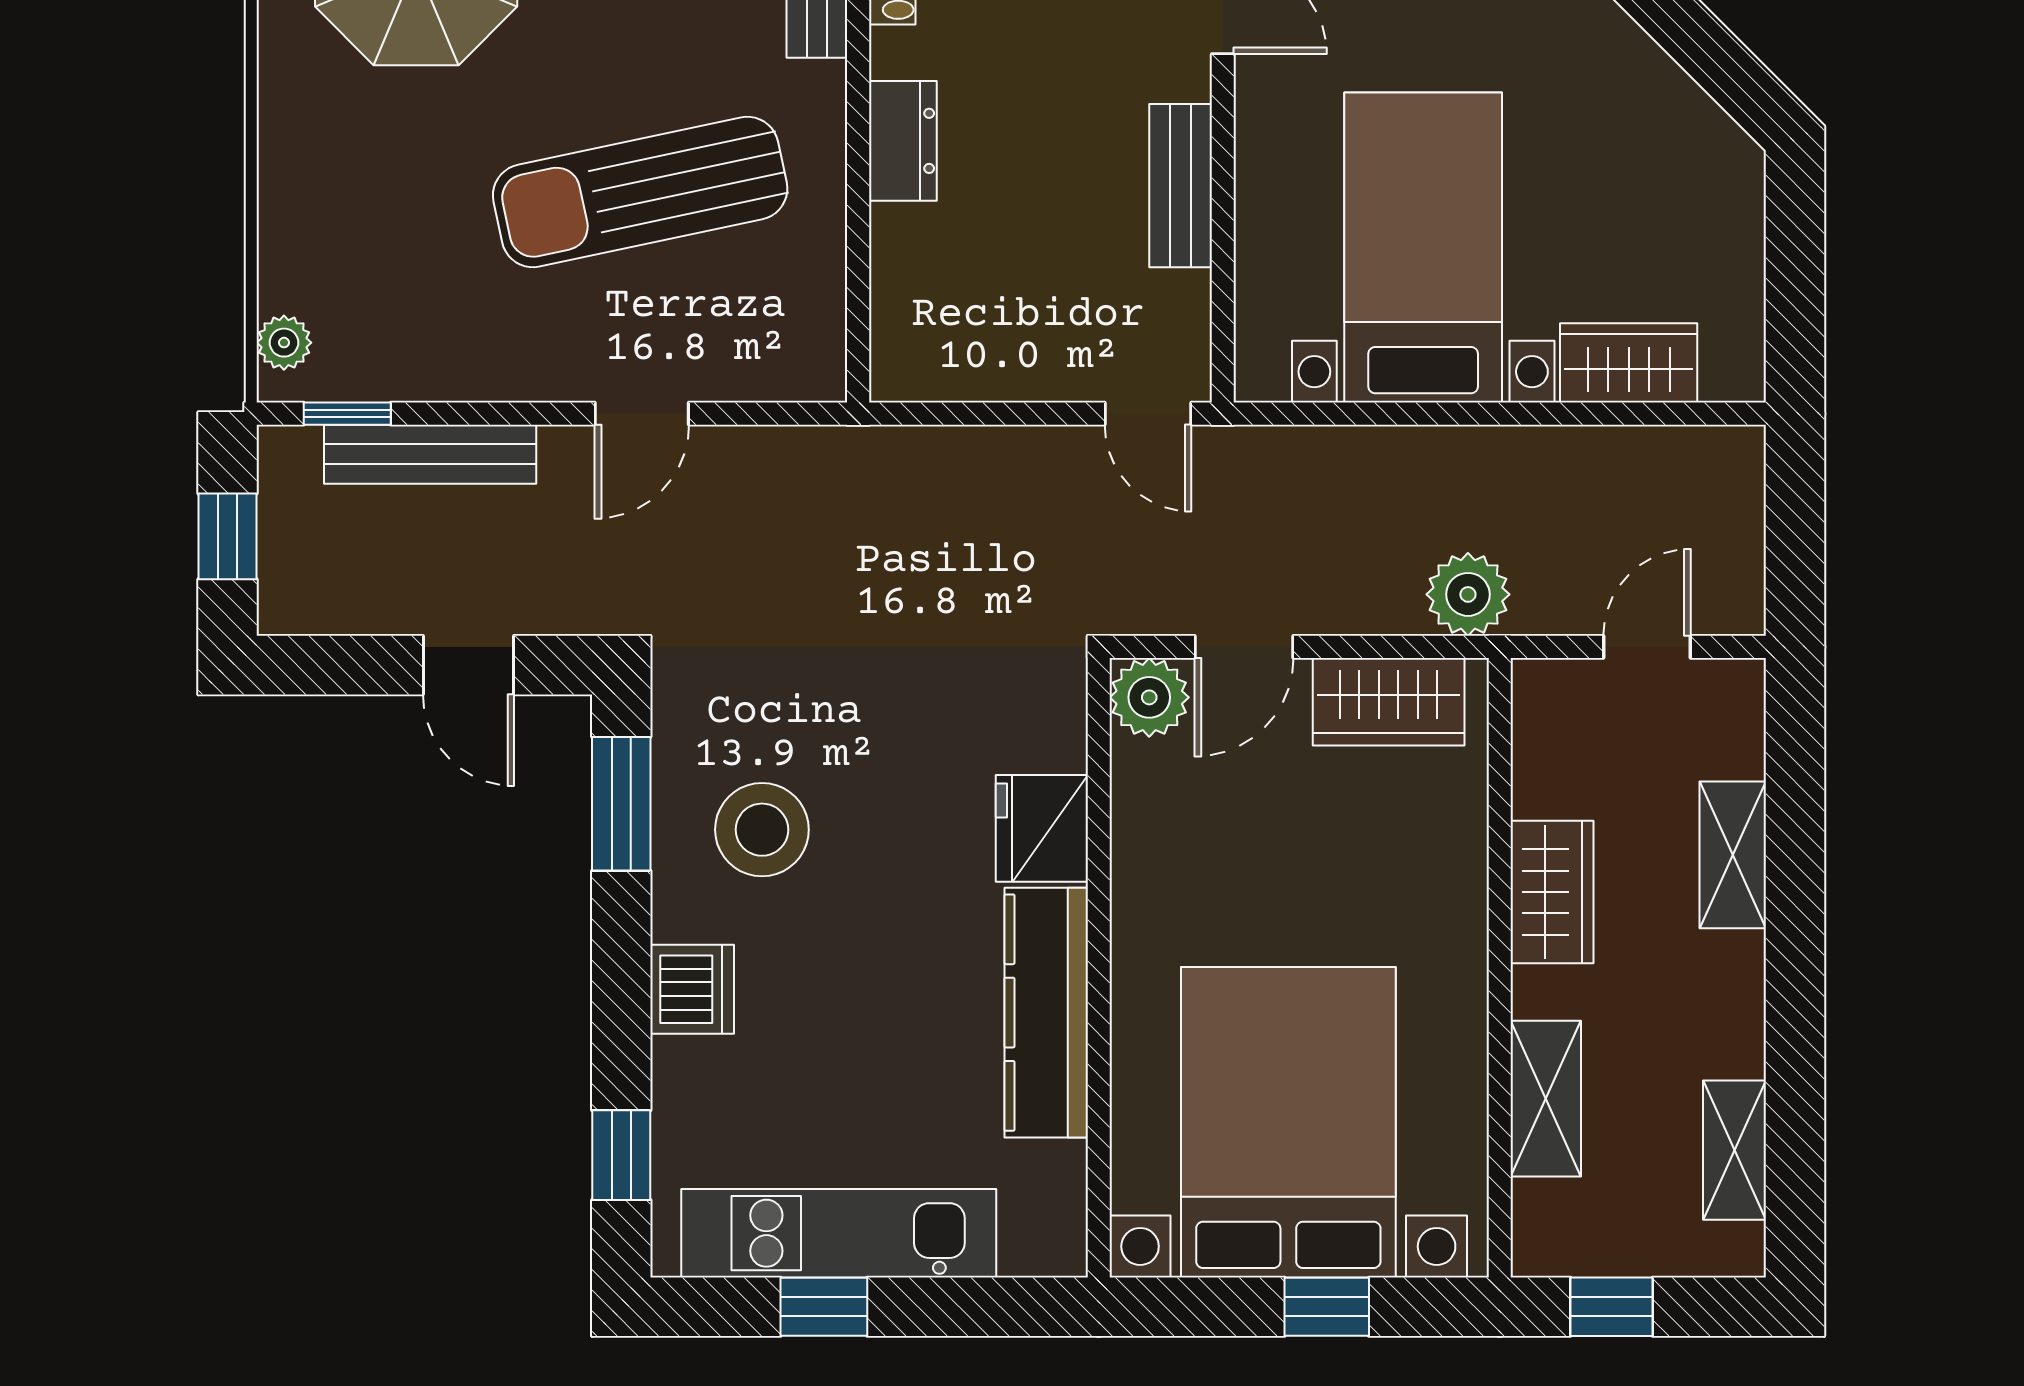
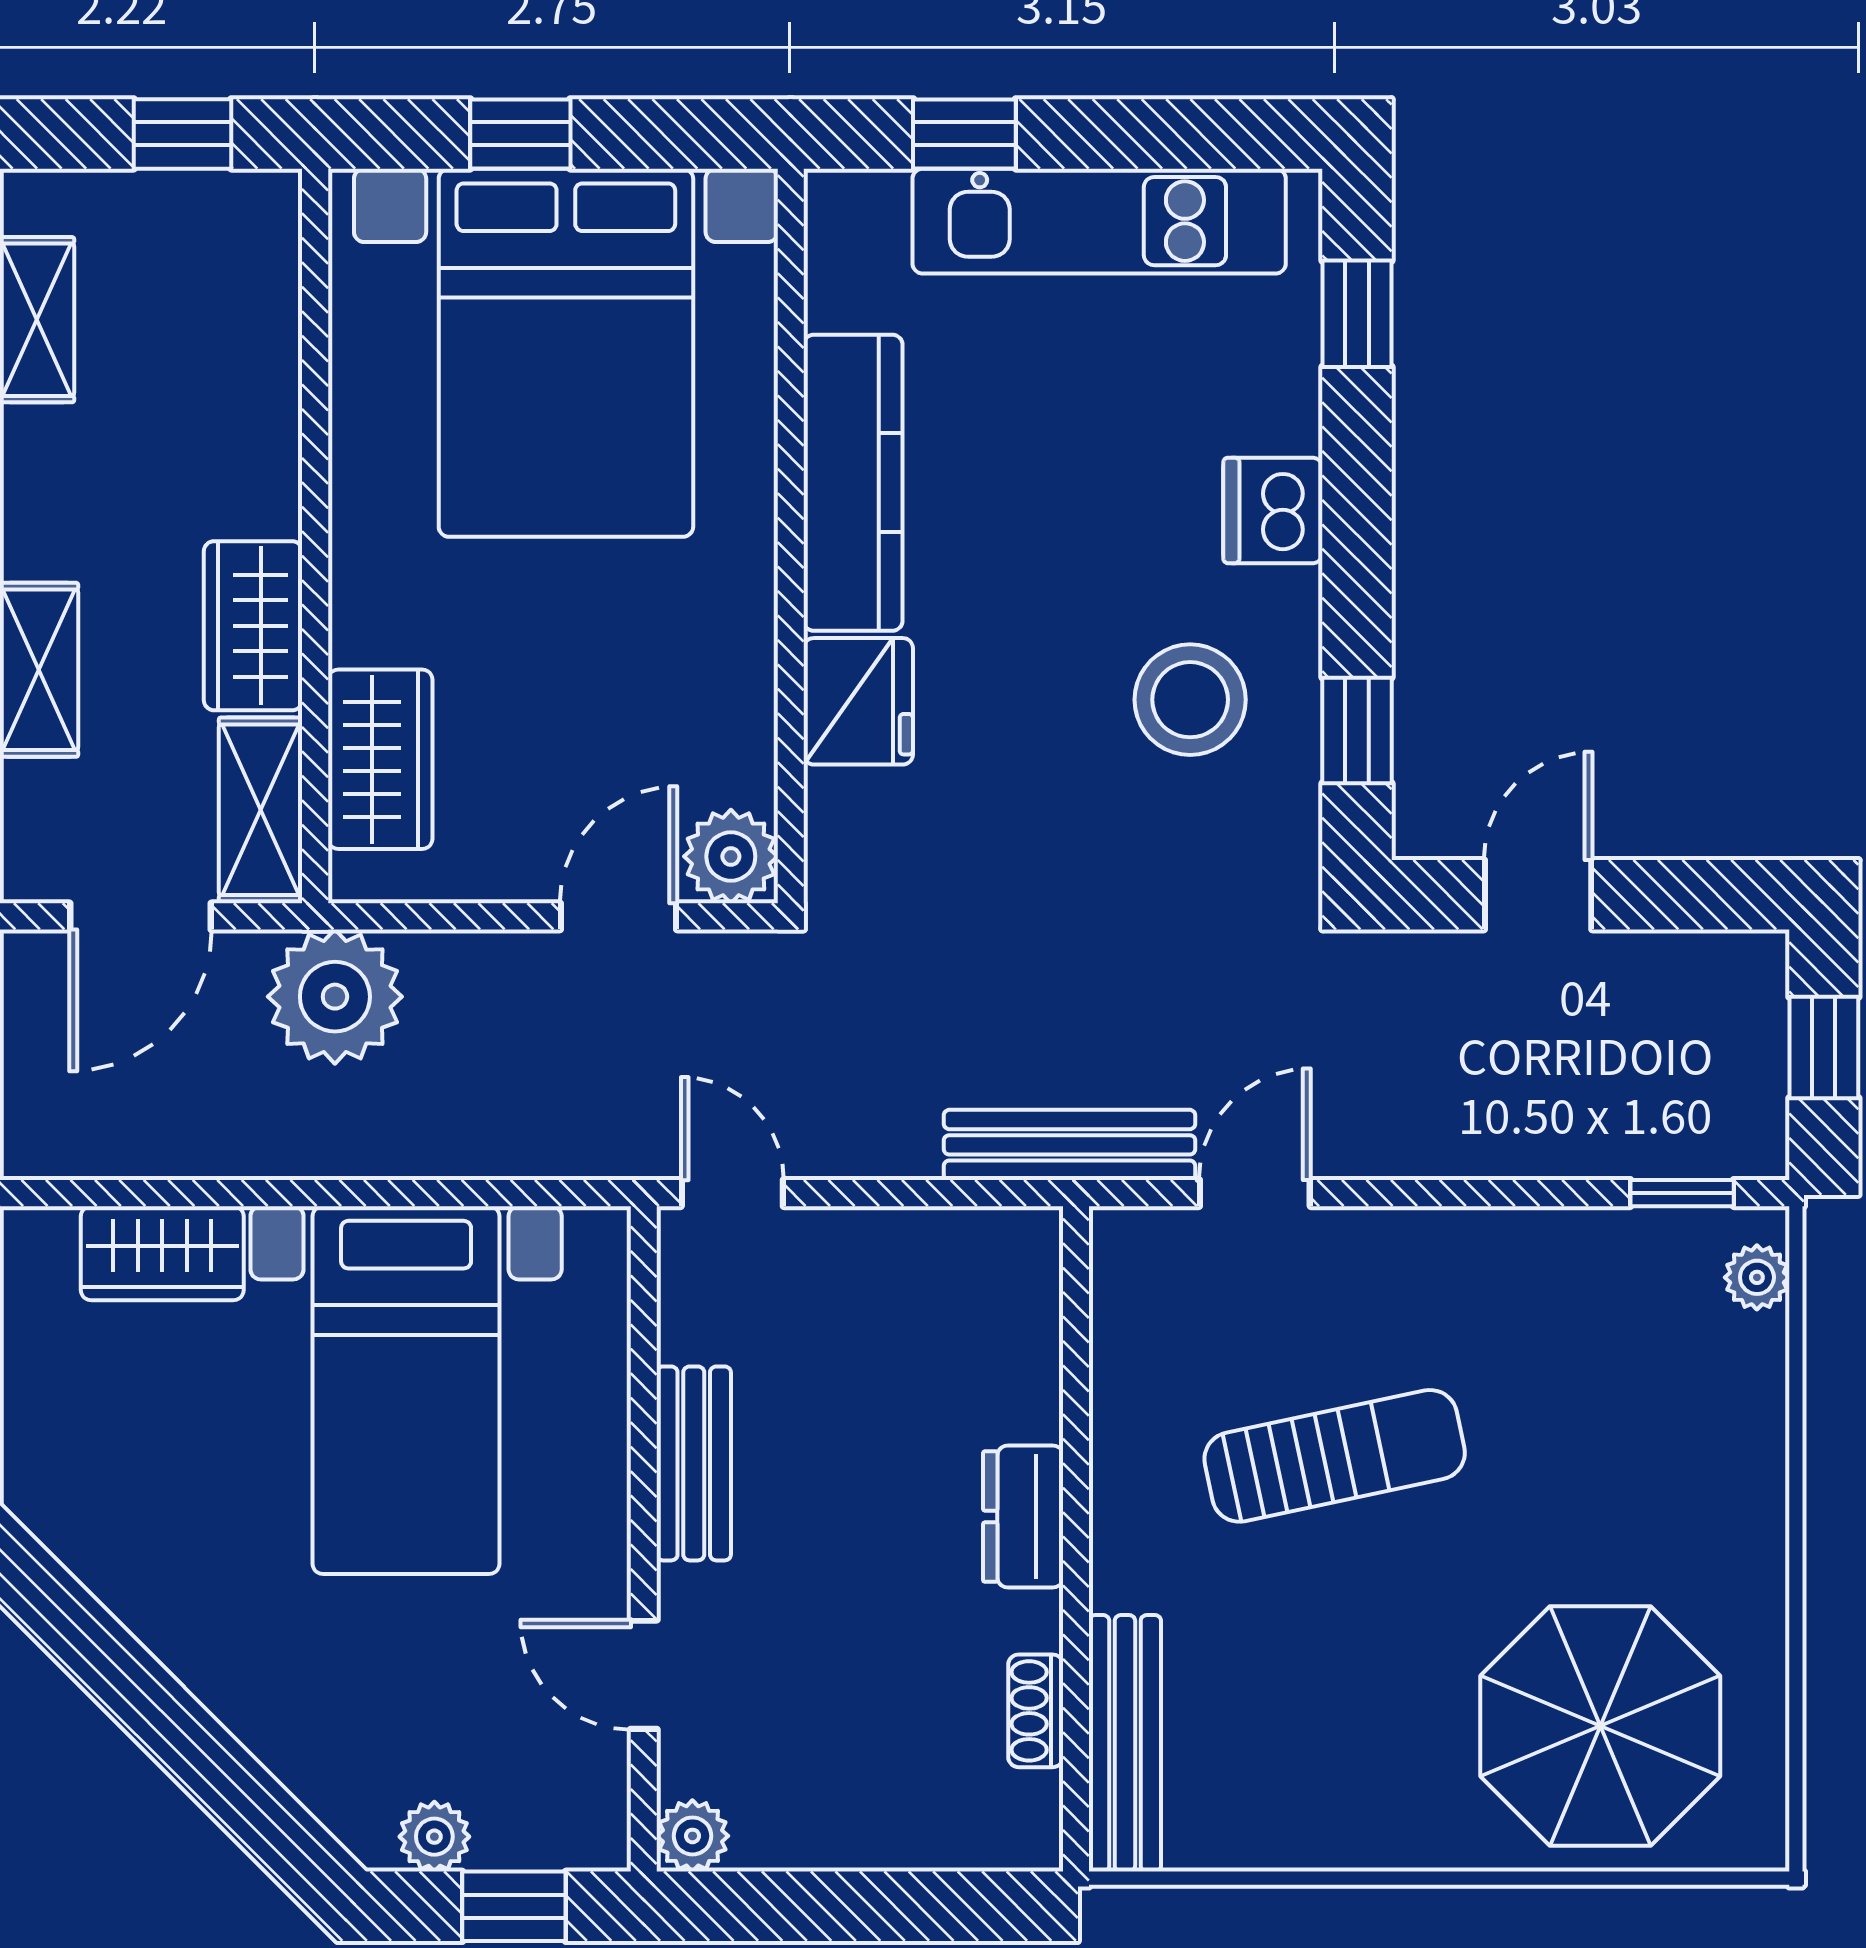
sun lounger: (640, 192) -> (1335, 1456), width x0.73, depth x0.75
door: (642, 414) -> (1255, 1193), moved
bench: (430, 454) -> (1070, 1145), moved
plant: (1468, 594) -> (335, 997), width x1.36, depth x1.36
door: (1647, 647) -> (140, 916), width x1.37
door: (469, 665) -> (1538, 895), hinge flipped
wardrobe: (1389, 702) -> (380, 759), moved, turned 90
window: (621, 804) -> (1357, 730), width x0.67
shelving: (1546, 1099) -> (261, 810), moved
window: (824, 1307) -> (964, 134), moved

